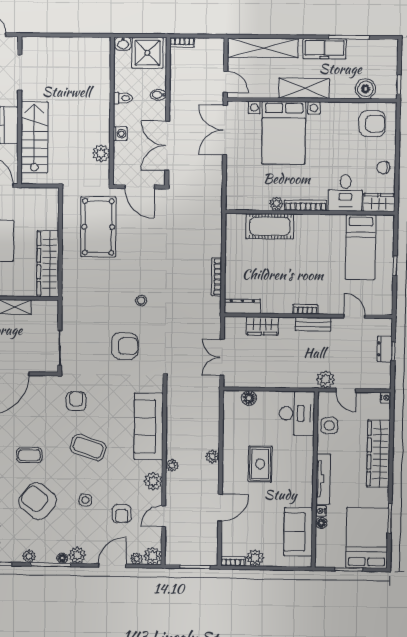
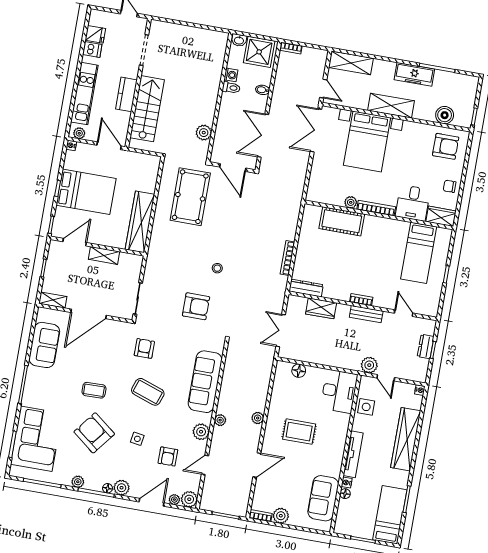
shelving: (263, 48) -> (351, 63), width x0.68
washing machine: (120, 134) -> (231, 75), moved
rug: (260, 464) -> (299, 432), turned 90
bed: (367, 538) -> (390, 515), width x0.67

